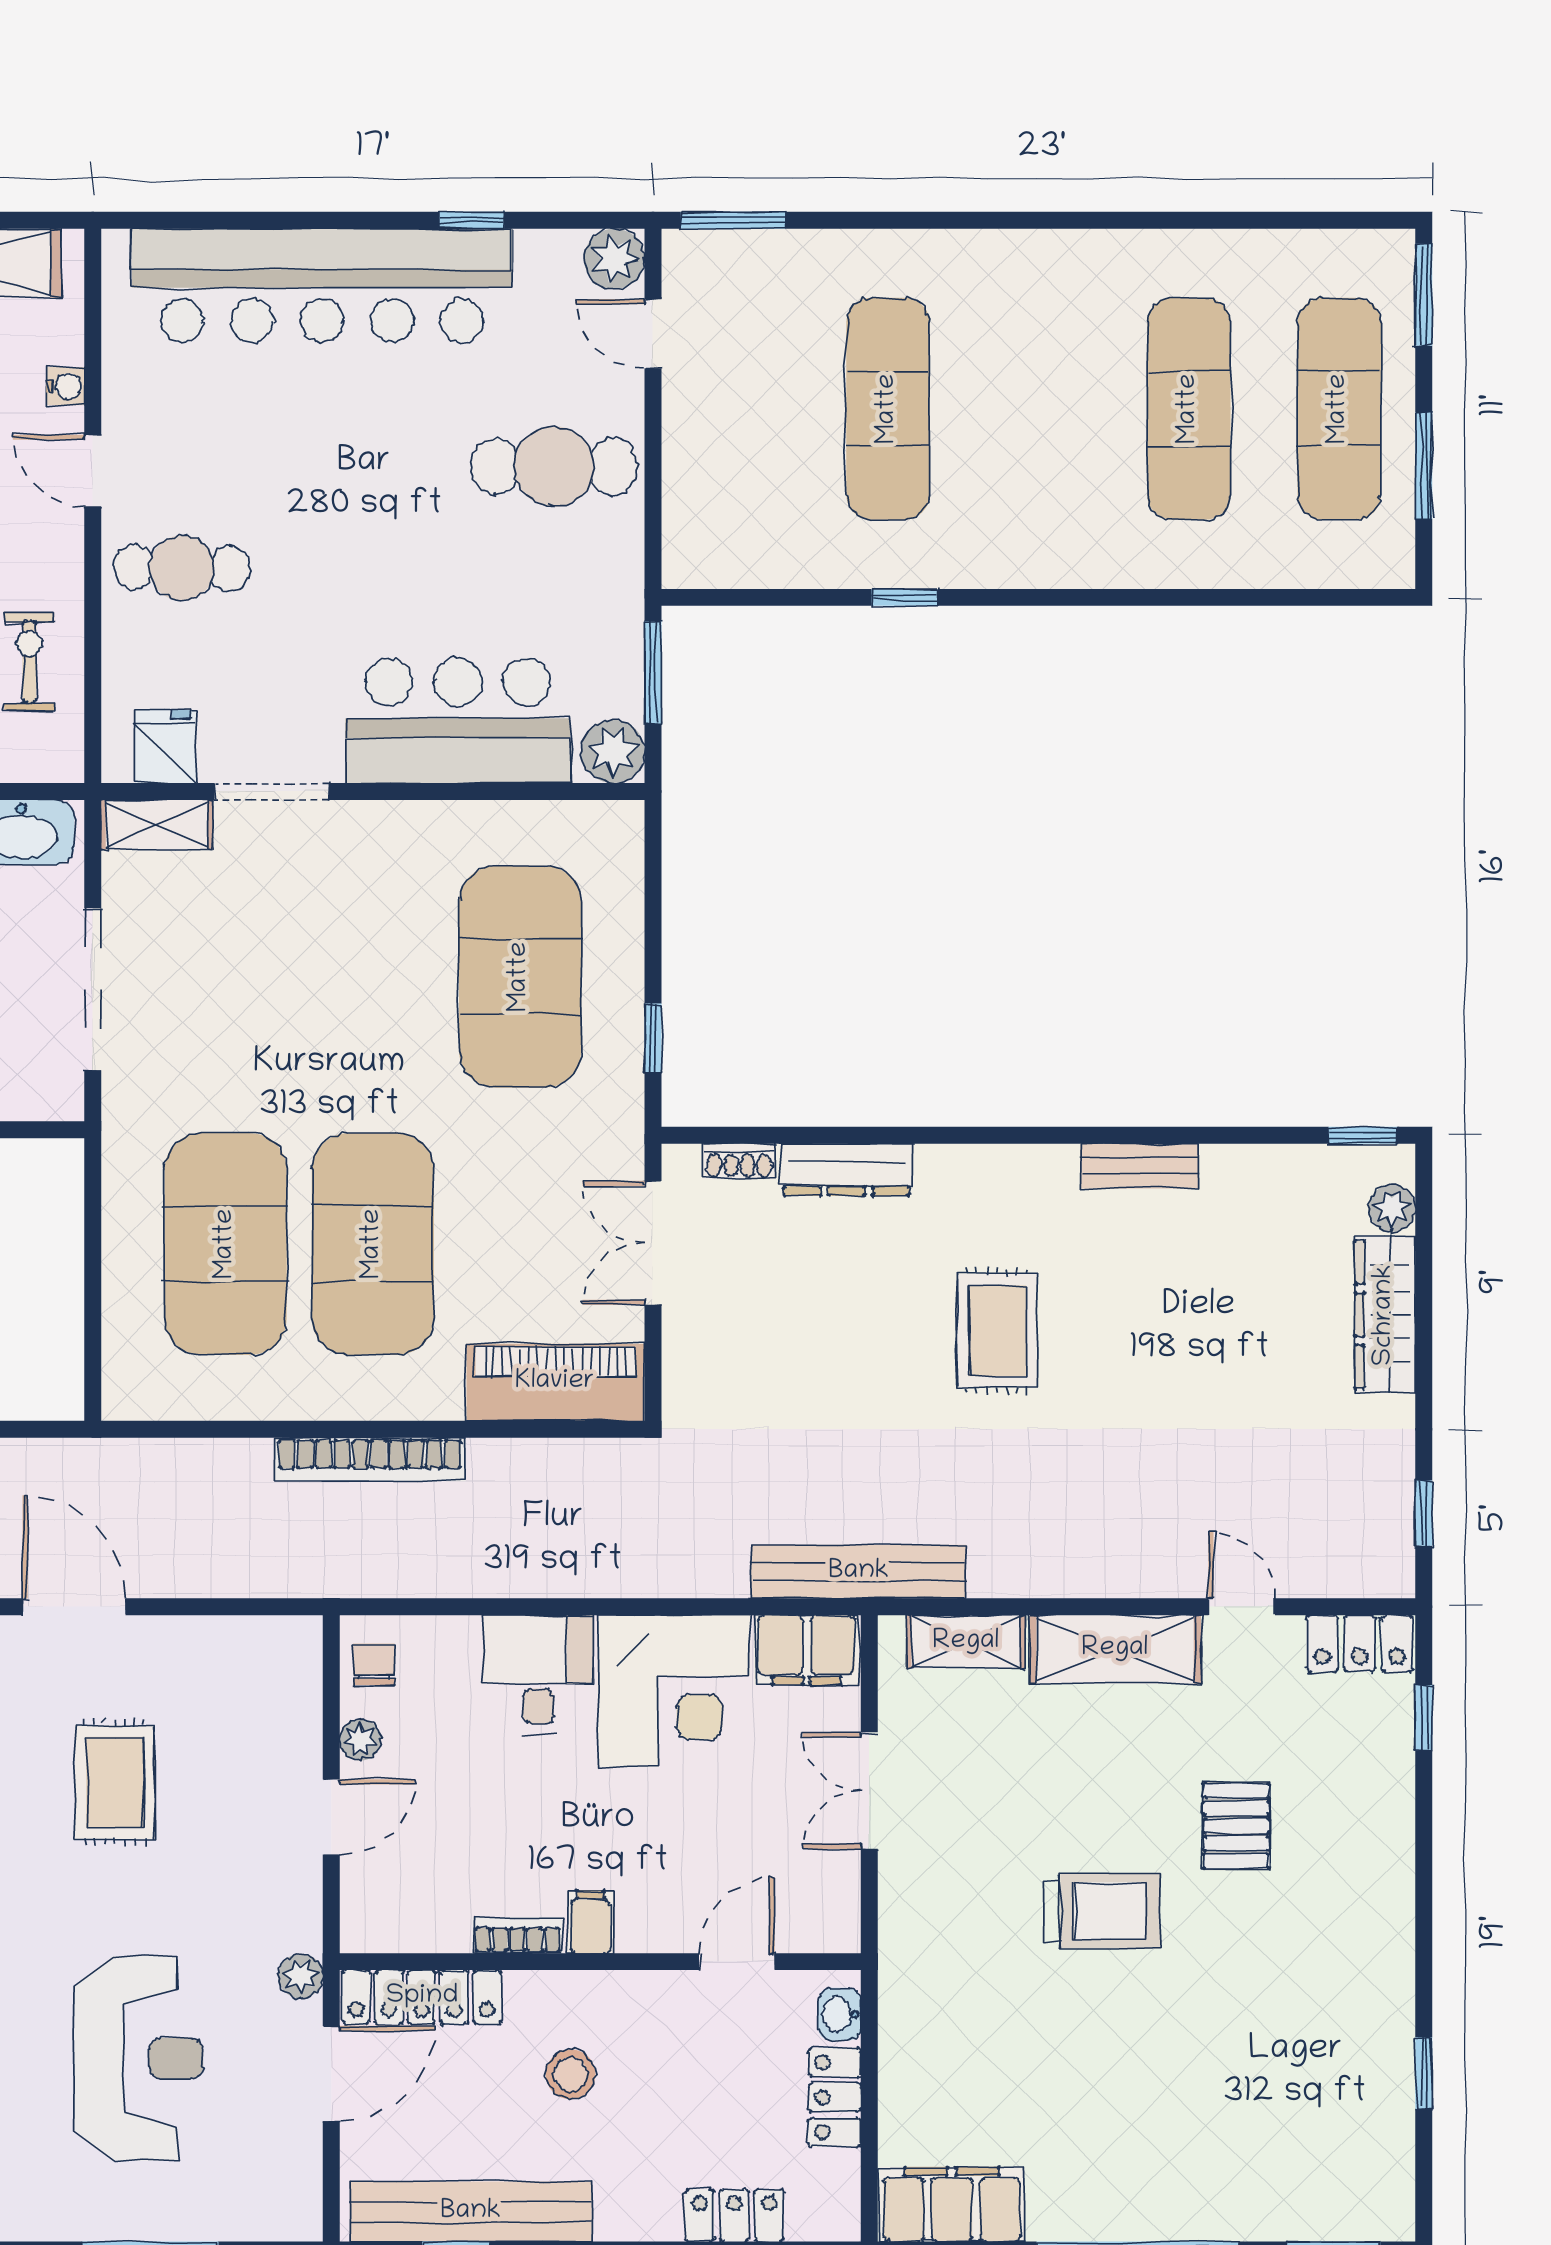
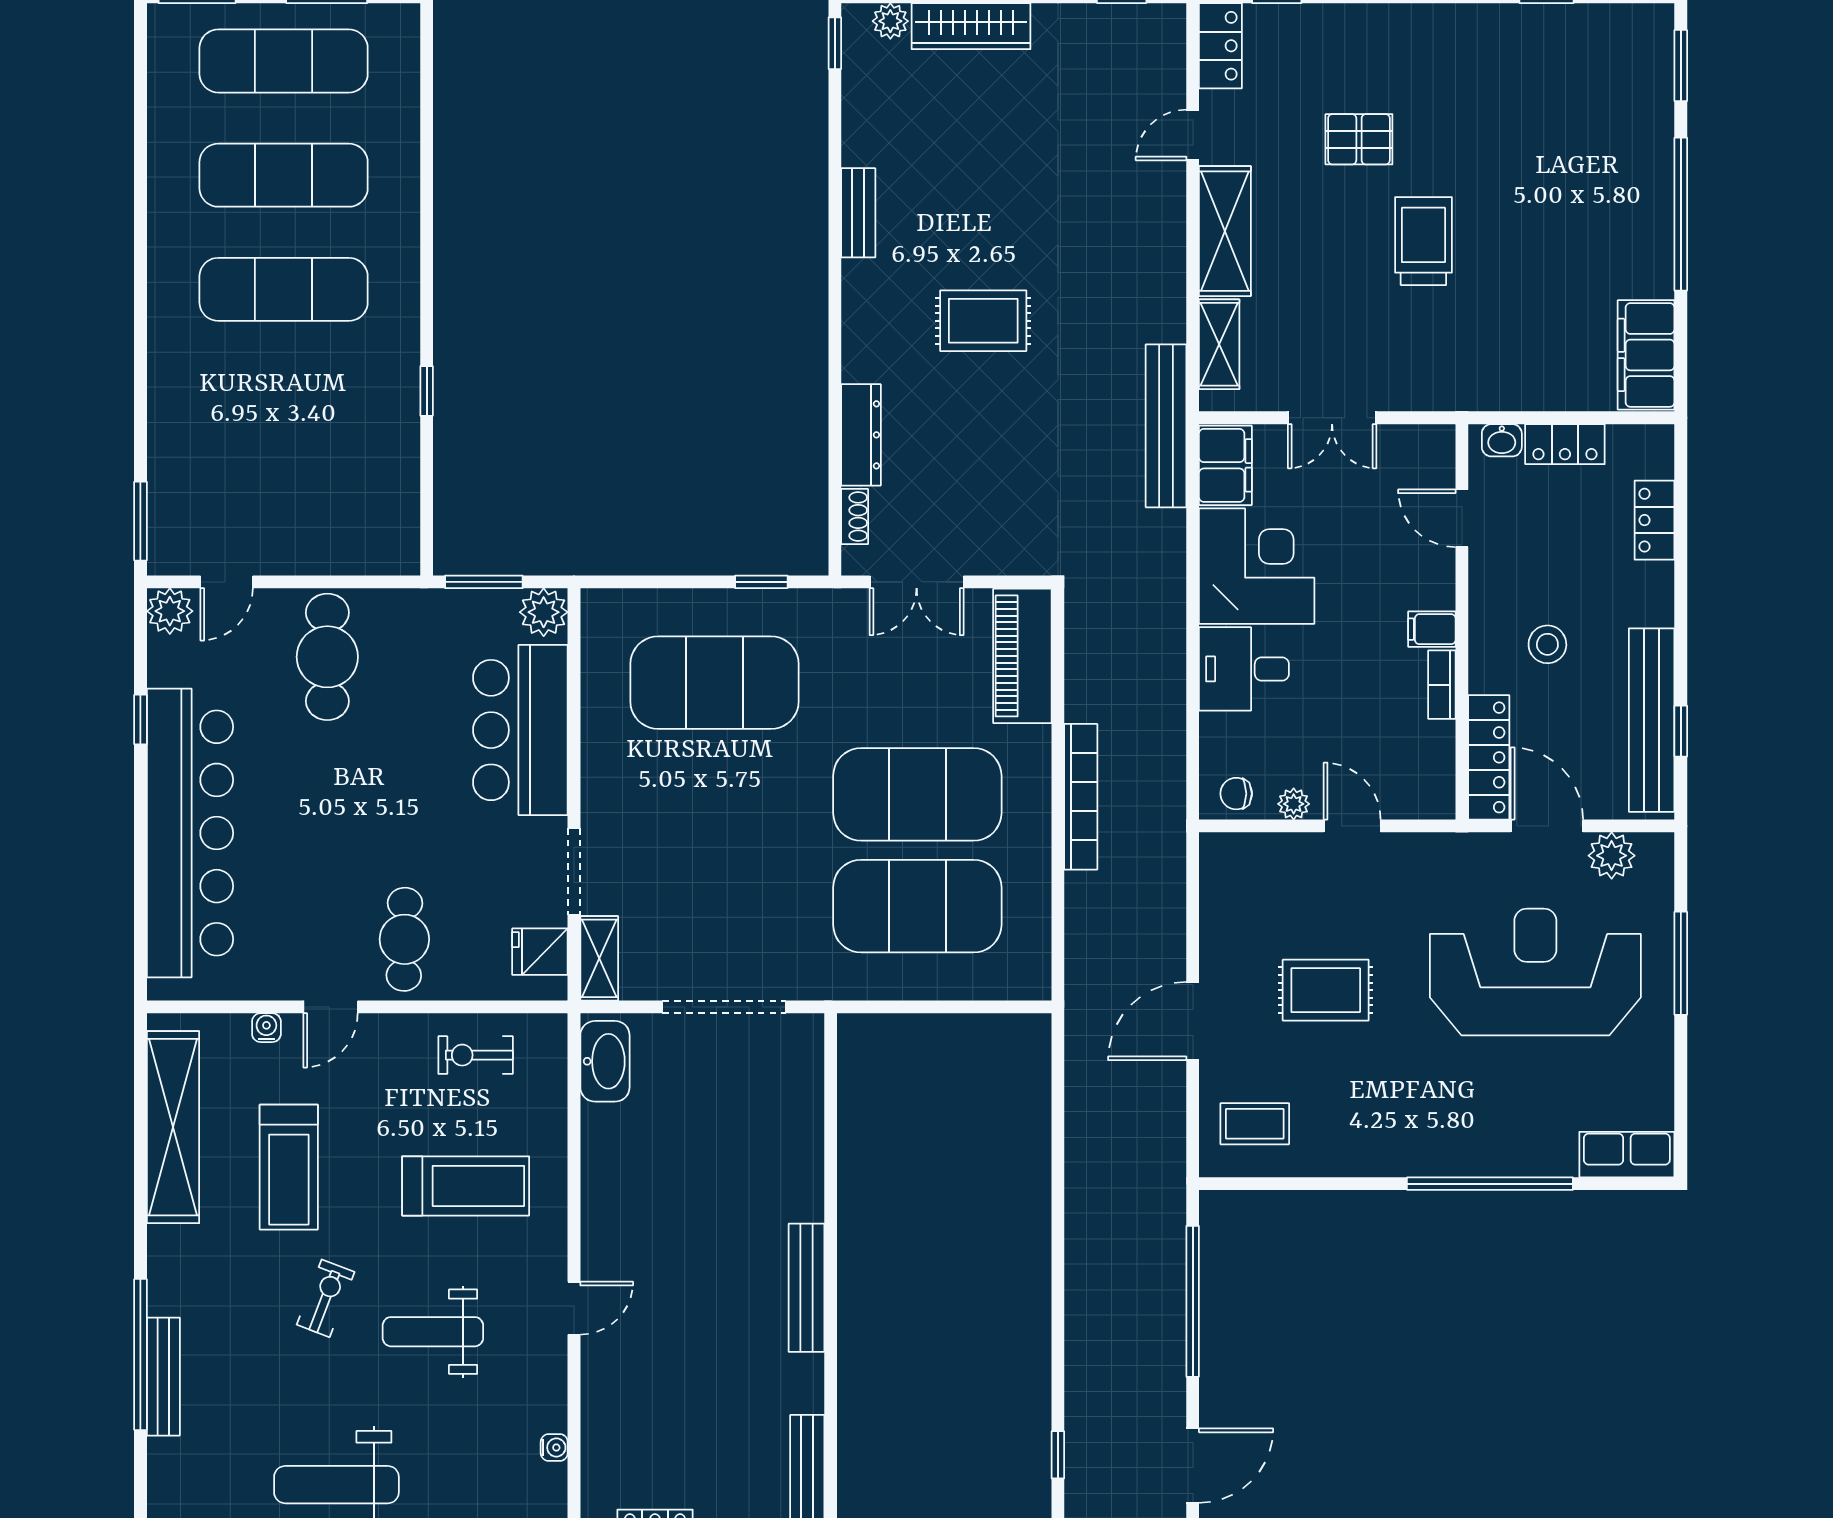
exercise mat: (888, 409) -> (284, 289), moved
plant: (301, 1976) -> (1612, 856), moved, width x1.38, depth x1.38
reception desk: (139, 2058) -> (1535, 972), width x1.36, depth x1.30

